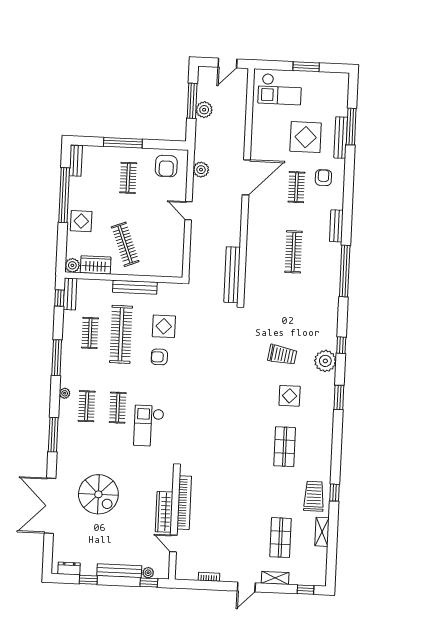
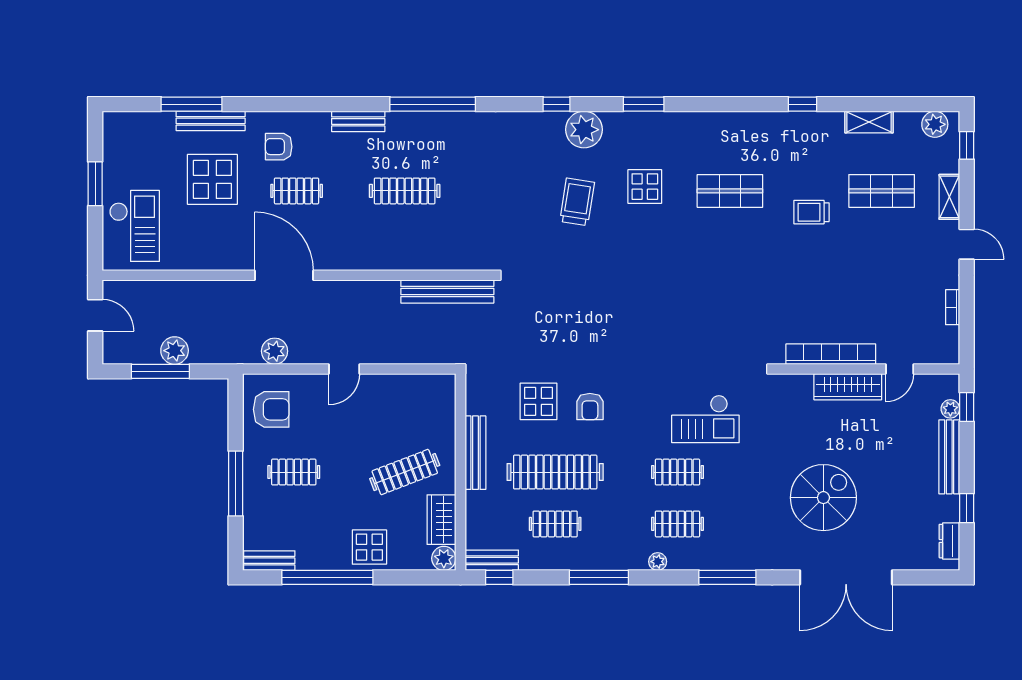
trolley: (314, 496) -> (811, 212), moved, width x0.73, depth x0.72
plant: (319, 571) -> (935, 124), added

